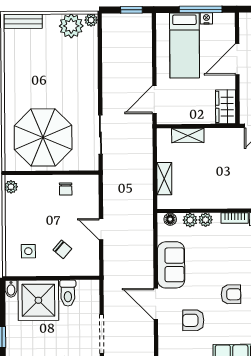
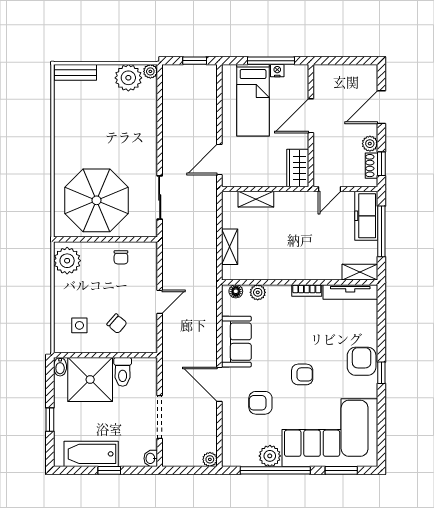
plant: (11, 187) -> (67, 261), width x1.88, depth x1.88
plant: (205, 220) -> (275, 292), removed
door: (101, 229) -> (160, 302), swing flipped

